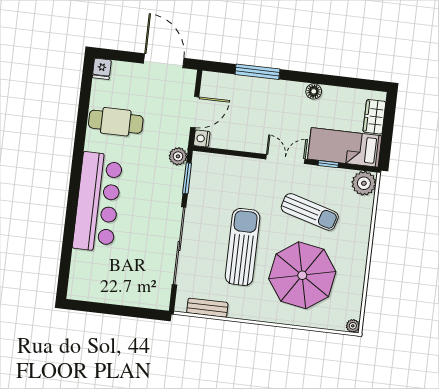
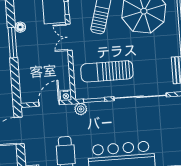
window: (257, 72) -> (13, 43), moved
door: (195, 112) -> (49, 103), hinge flipped
sun lounger: (243, 247) -> (107, 71), moved

